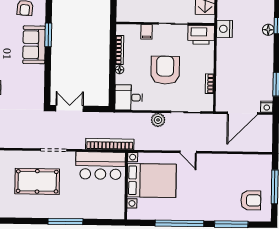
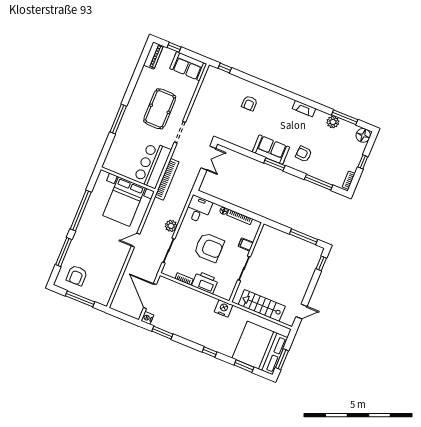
floor lamp: (268, 30) -> (209, 343), removed
printer: (201, 35) -> (205, 282), moved, turned 90

